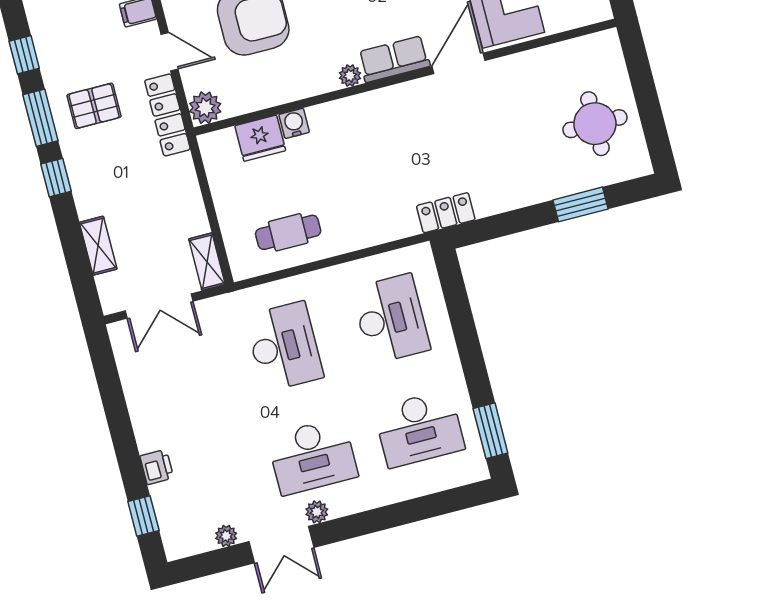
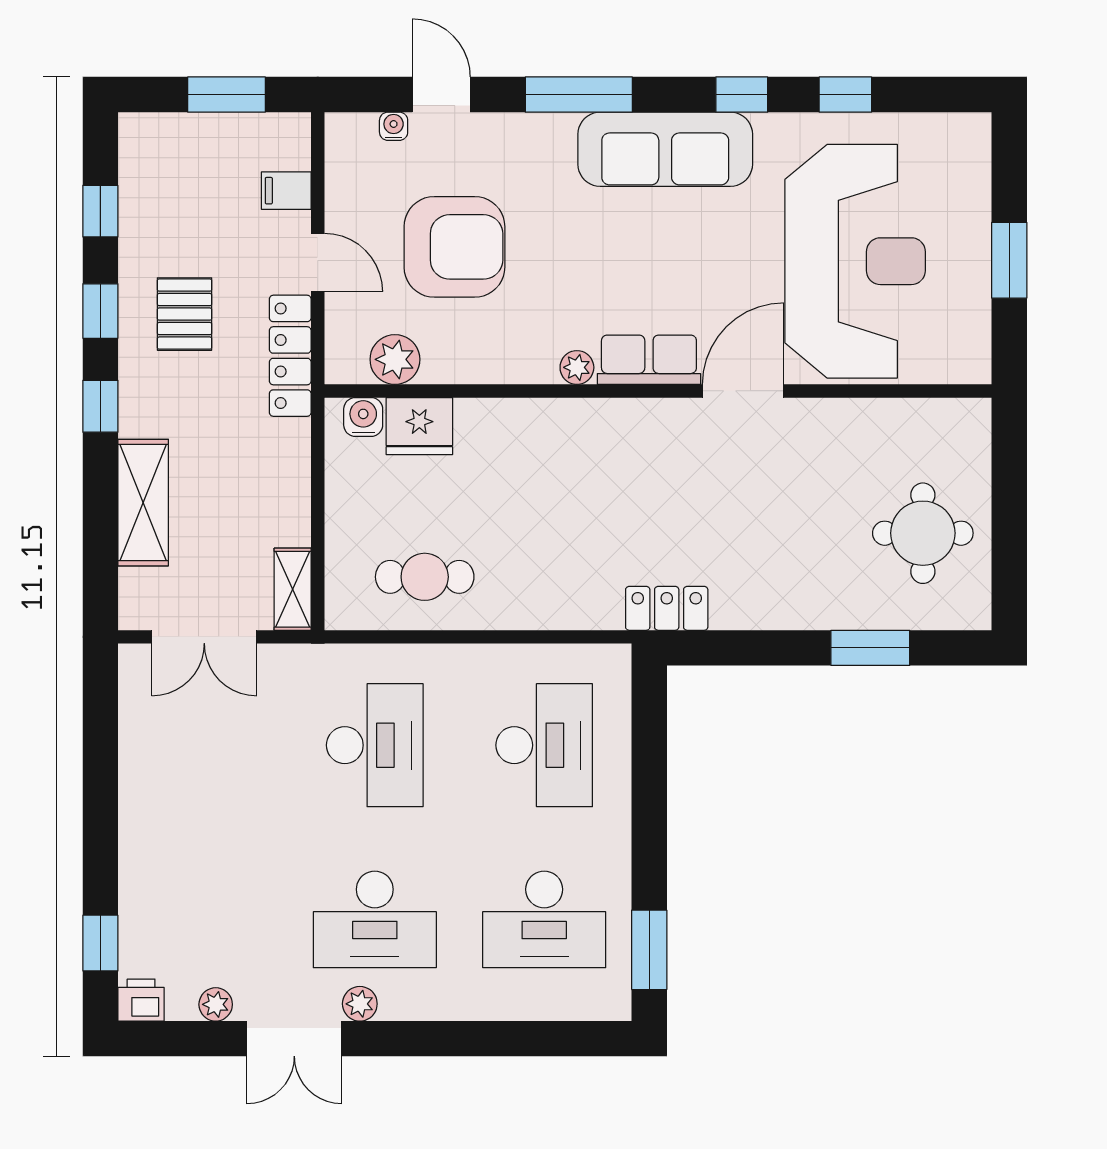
pallet: (94, 106) -> (185, 314), turned 90
plant: (205, 108) -> (395, 359), moved
window: (40, 118) -> (100, 311), width x0.67
water cooler: (294, 123) -> (363, 417), moved
shelving: (98, 246) -> (143, 503), width x1.50, depth x1.33
printer: (157, 467) -> (141, 1000), moved, turned -90

